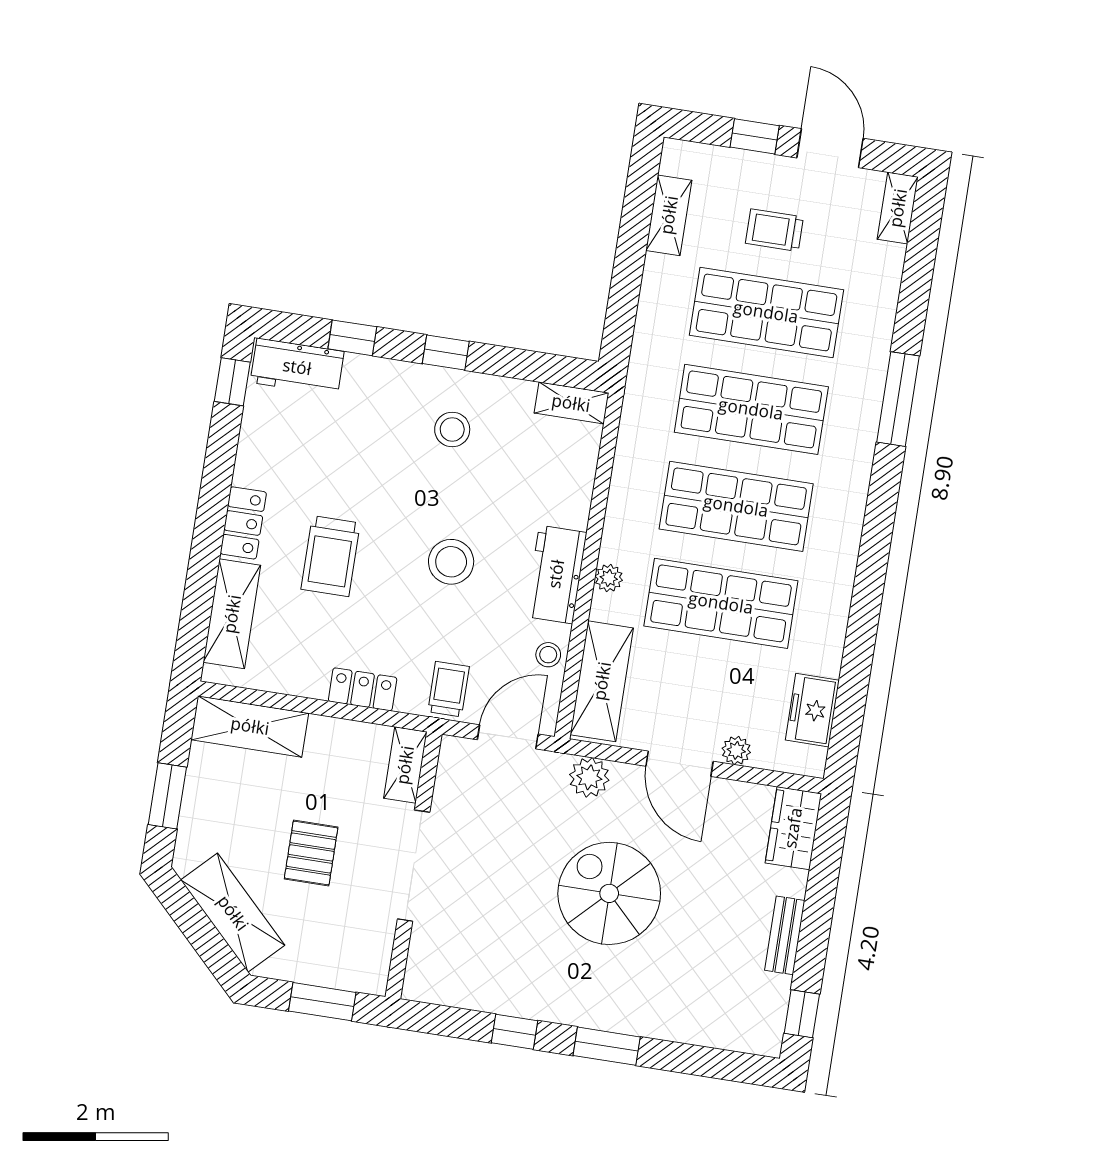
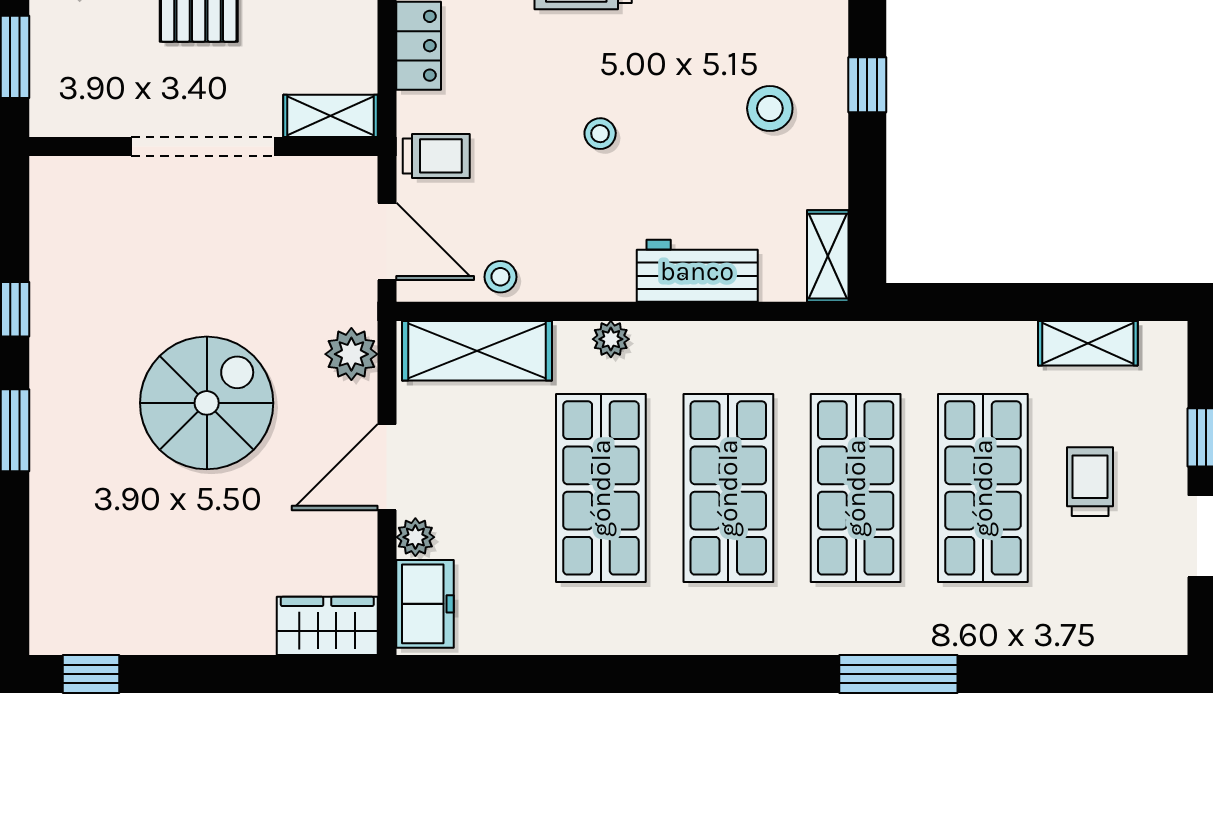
shelving: (898, 208) -> (1143, 635), removed
stool: (451, 562) -> (600, 134), width x0.53, depth x0.53
workbench: (556, 574) -> (697, 271), moved
freezer: (812, 710) -> (425, 604), moved, turned 90
bench: (785, 935) -> (188, 636), removed

